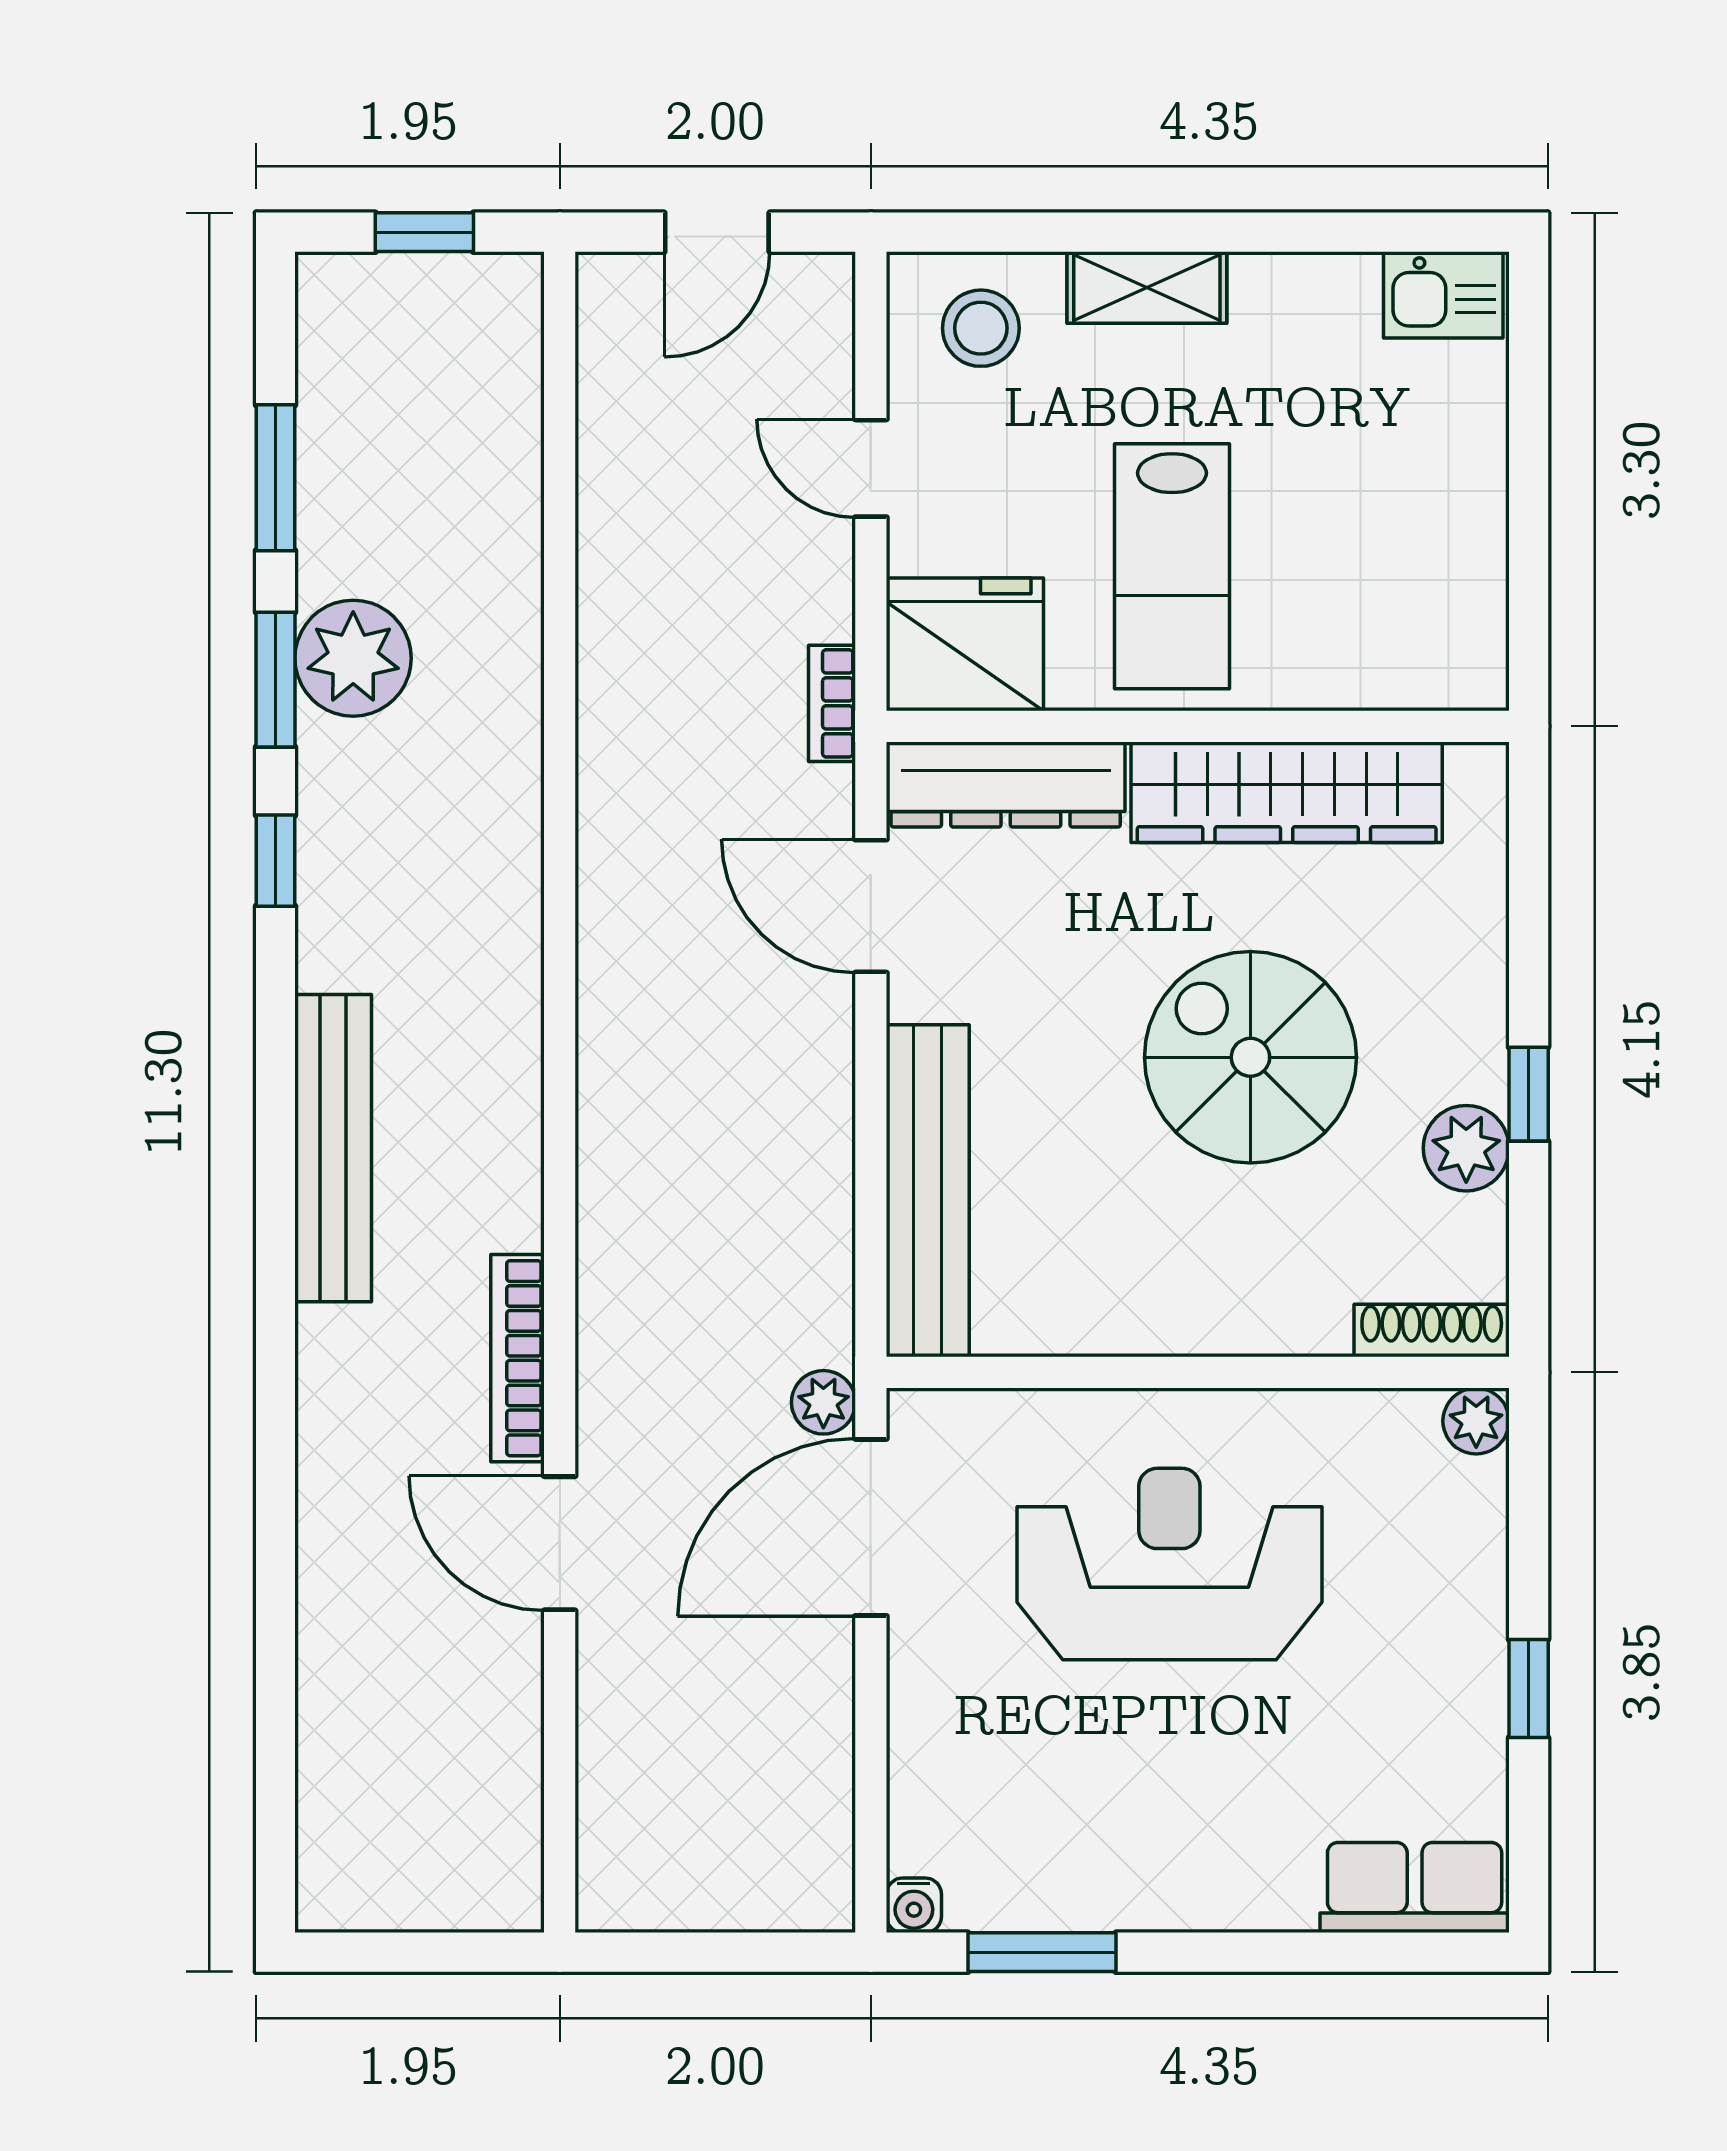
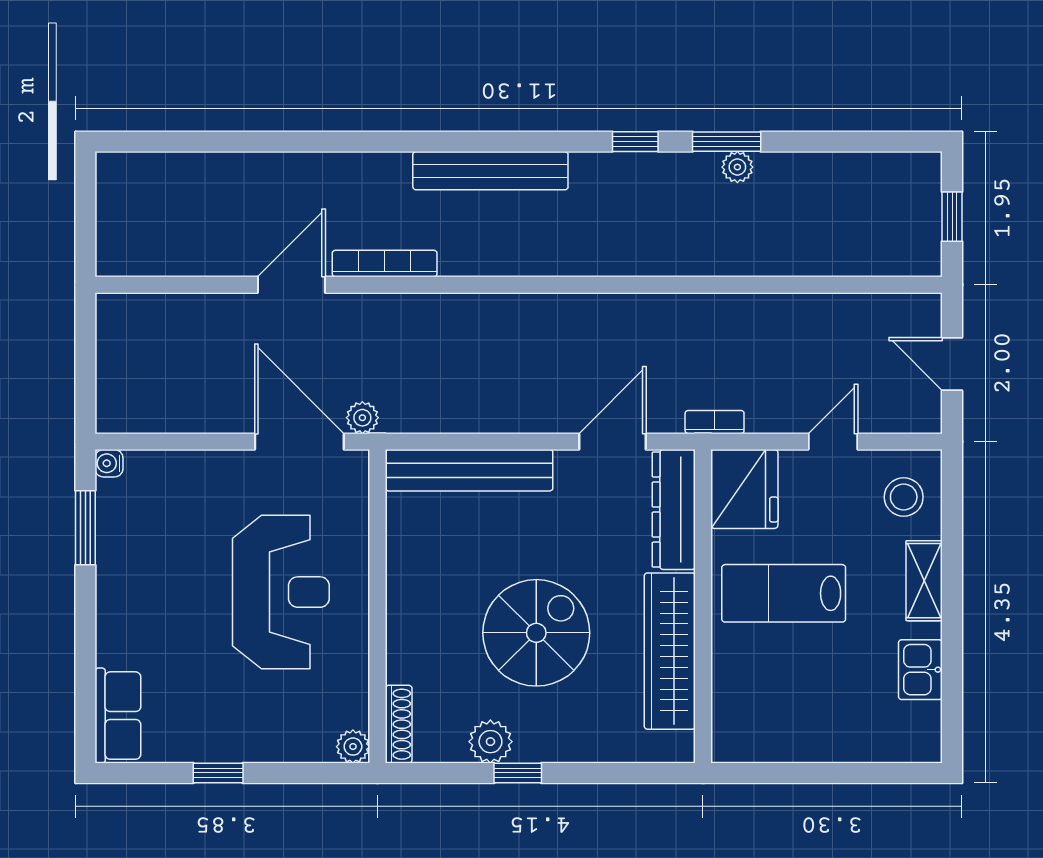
kitchen sink: (1443, 295) -> (920, 670), moved
window: (276, 478) -> (828, 142), removed
plant: (353, 658) -> (737, 167), width x0.53, depth x0.53

